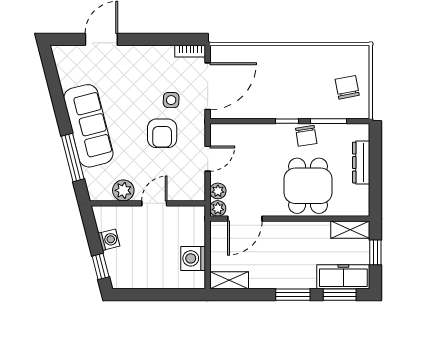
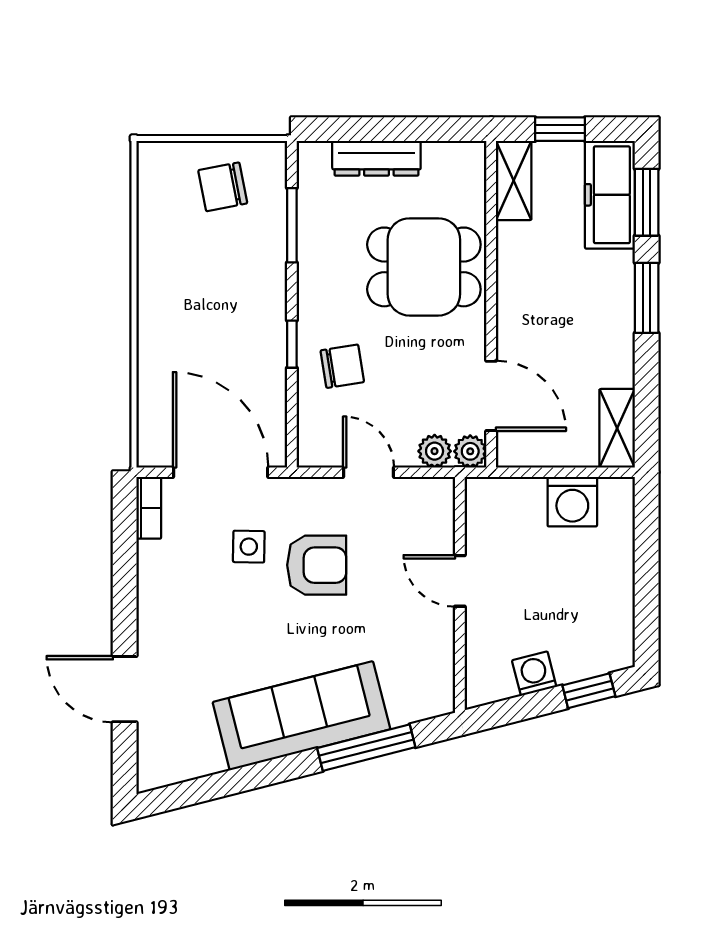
window: (287, 121) -> (292, 344), moved
chair: (306, 136) -> (342, 366), moved
plant: (123, 190) -> (433, 644), removed

